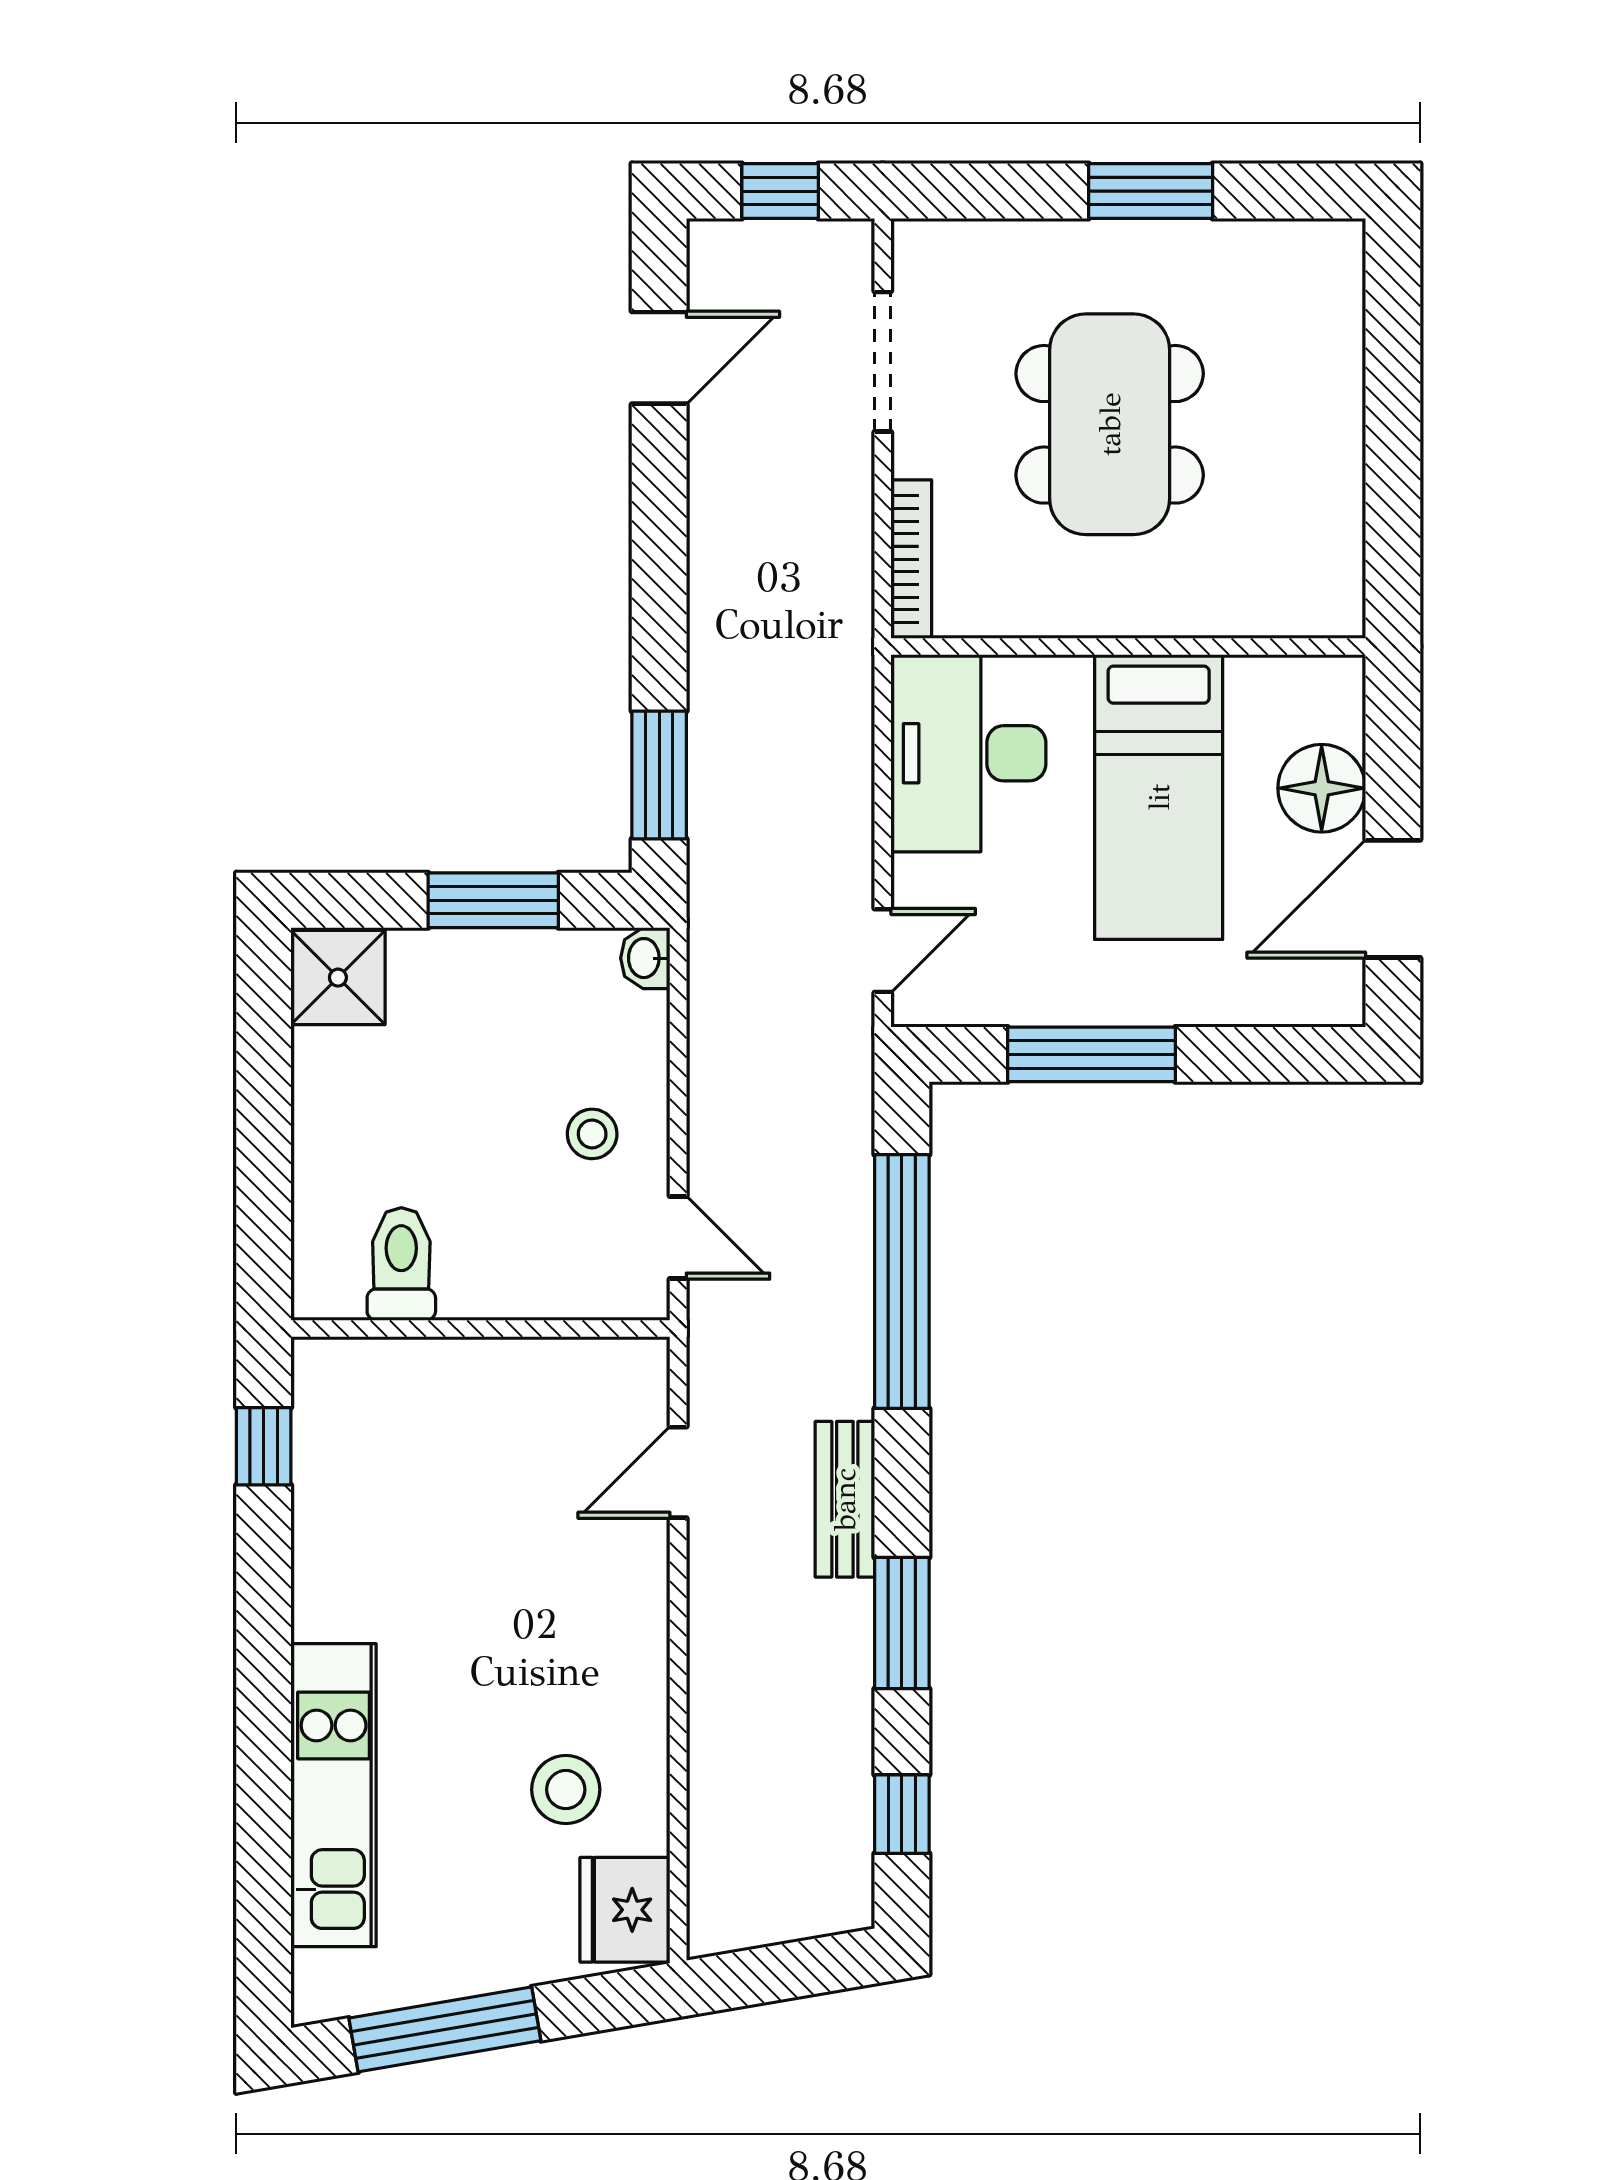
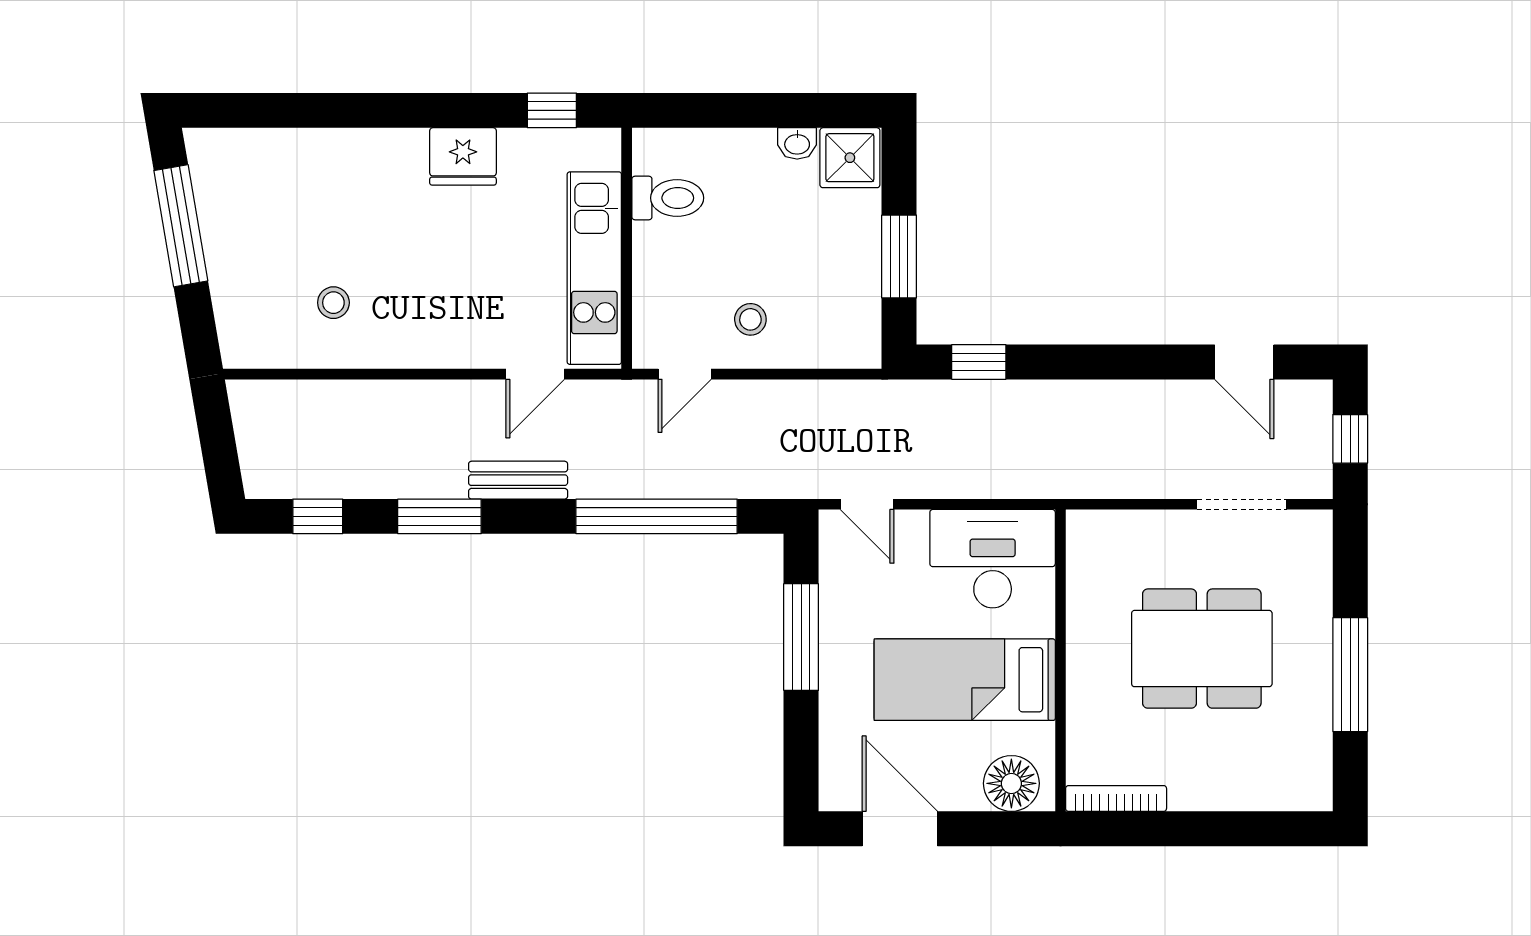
window: (1151, 191) -> (1350, 675), width x1.44
bookcase: (911, 559) -> (1116, 798), moved, turned 180
window: (659, 775) -> (979, 362), width x0.67
floor lamp: (1322, 788) -> (1011, 783), moved
washbasin: (645, 958) -> (797, 143), moved, turned 180
door: (678, 1472) -> (535, 374), swing flipped
stool: (566, 1790) -> (333, 303), width x0.73, depth x0.73
kitchen unit: (334, 1795) -> (594, 268), moved, turned 90
fridge: (625, 1910) -> (463, 156), moved, turned 180

